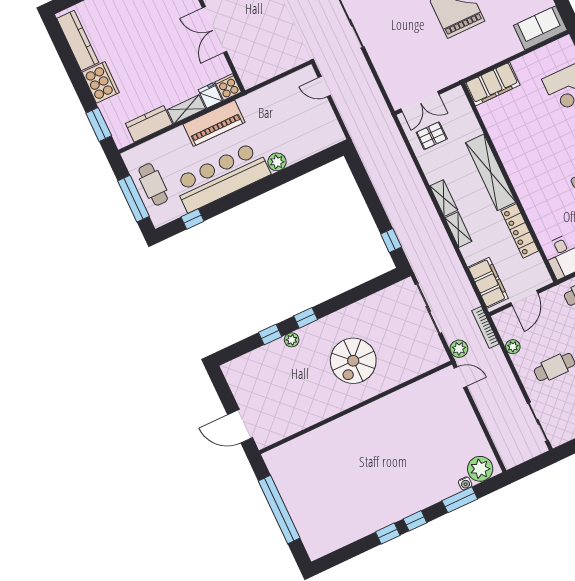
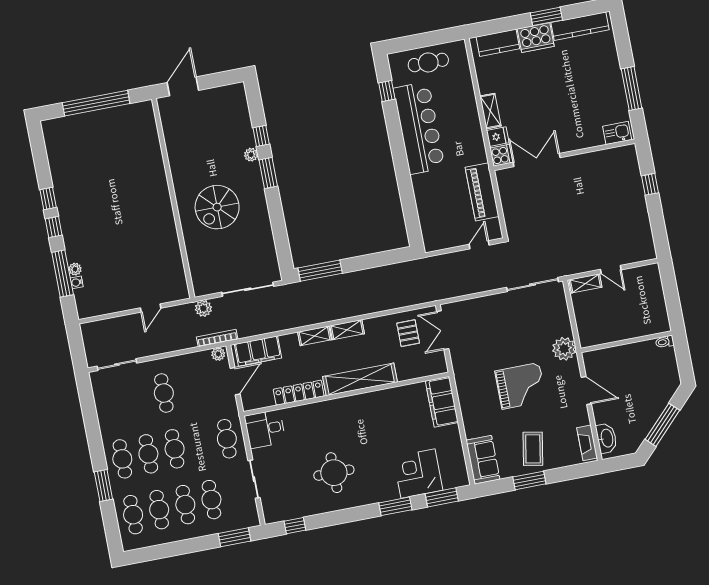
double door: (214, 30) -> (537, 160), moved
piano: (214, 123) -> (482, 192), moved
window: (99, 124) -> (546, 16), moved
kitchen counter: (149, 124) -> (498, 43), moved, turned 90
plant: (277, 162) -> (420, 183), removed
window: (133, 199) -> (420, 41), removed
window: (391, 241) -> (320, 271), width x2.17
door: (524, 298) -> (235, 381), swing flipped
window: (306, 318) -> (268, 173), width x1.50
plant: (513, 347) -> (218, 354), moved
spiral stairs: (353, 361) -> (217, 207), turned -90
door: (460, 377) -> (151, 308), moved
plant: (480, 469) -> (75, 269), moved, width x0.53, depth x0.53
window: (460, 500) -> (63, 274), width x1.44

